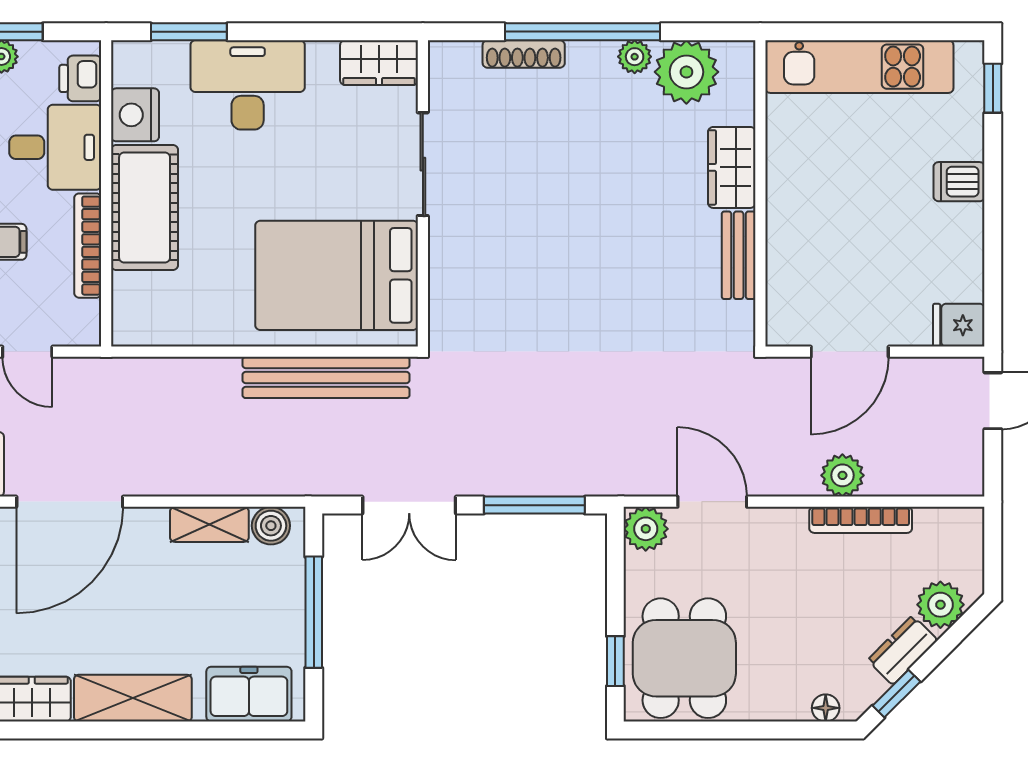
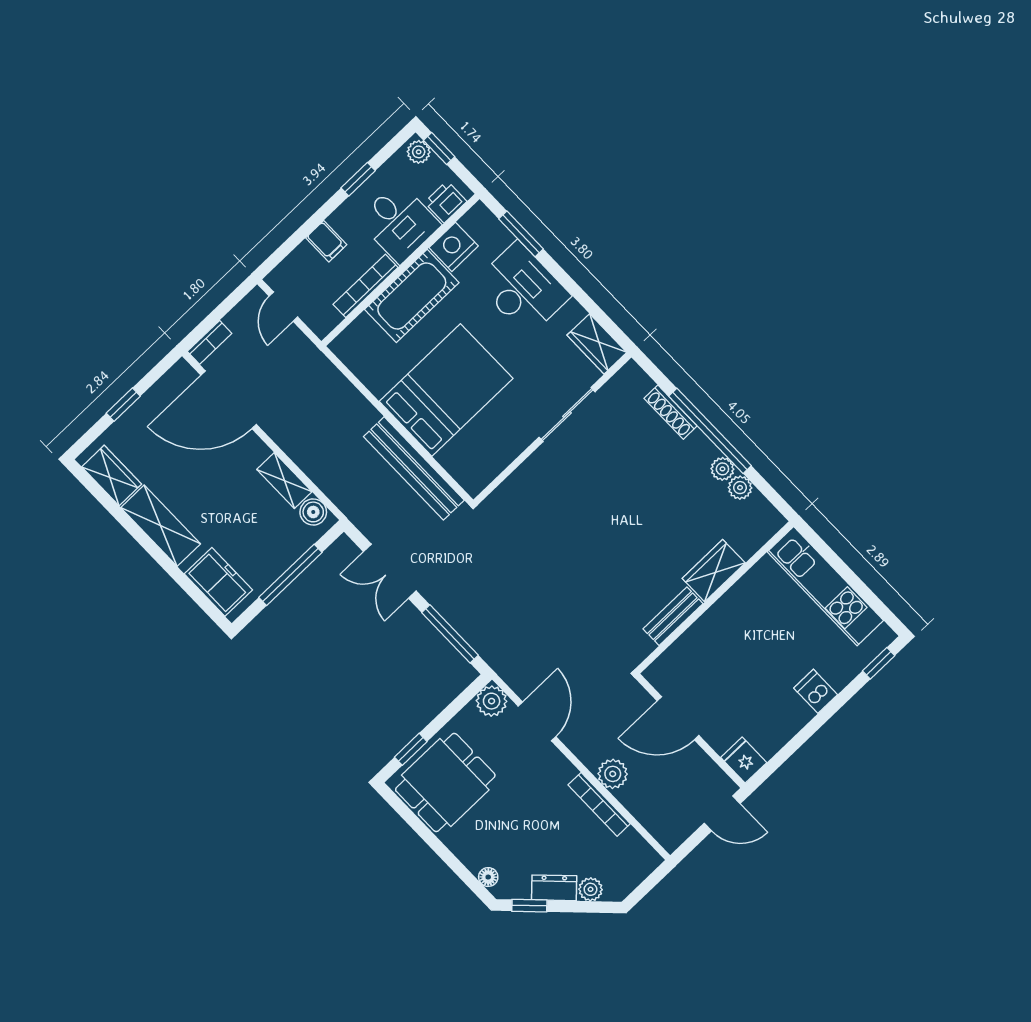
plant: (686, 72) -> (740, 488), width x0.53, depth x0.53
bed: (337, 275) -> (446, 390), moved, turned 90
plant: (940, 605) -> (591, 889), width x0.73, depth x0.73

